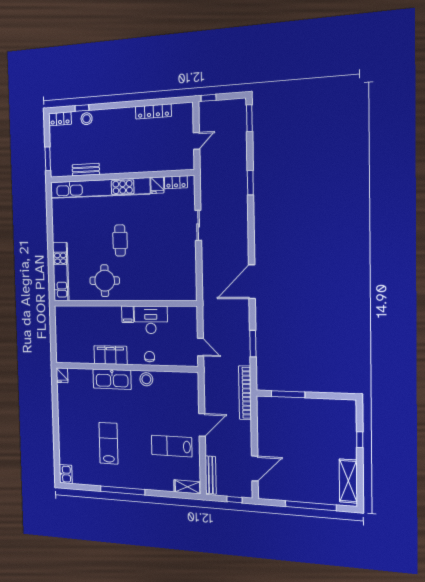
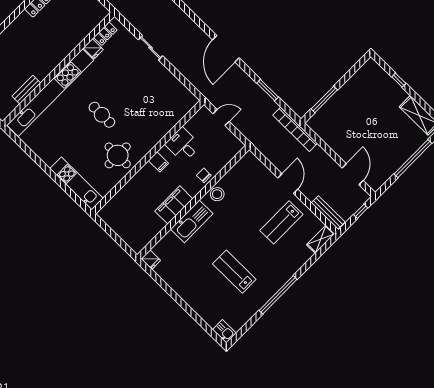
desk: (151, 320) -> (183, 145), width x0.73
door: (201, 347) -> (221, 118), moved

